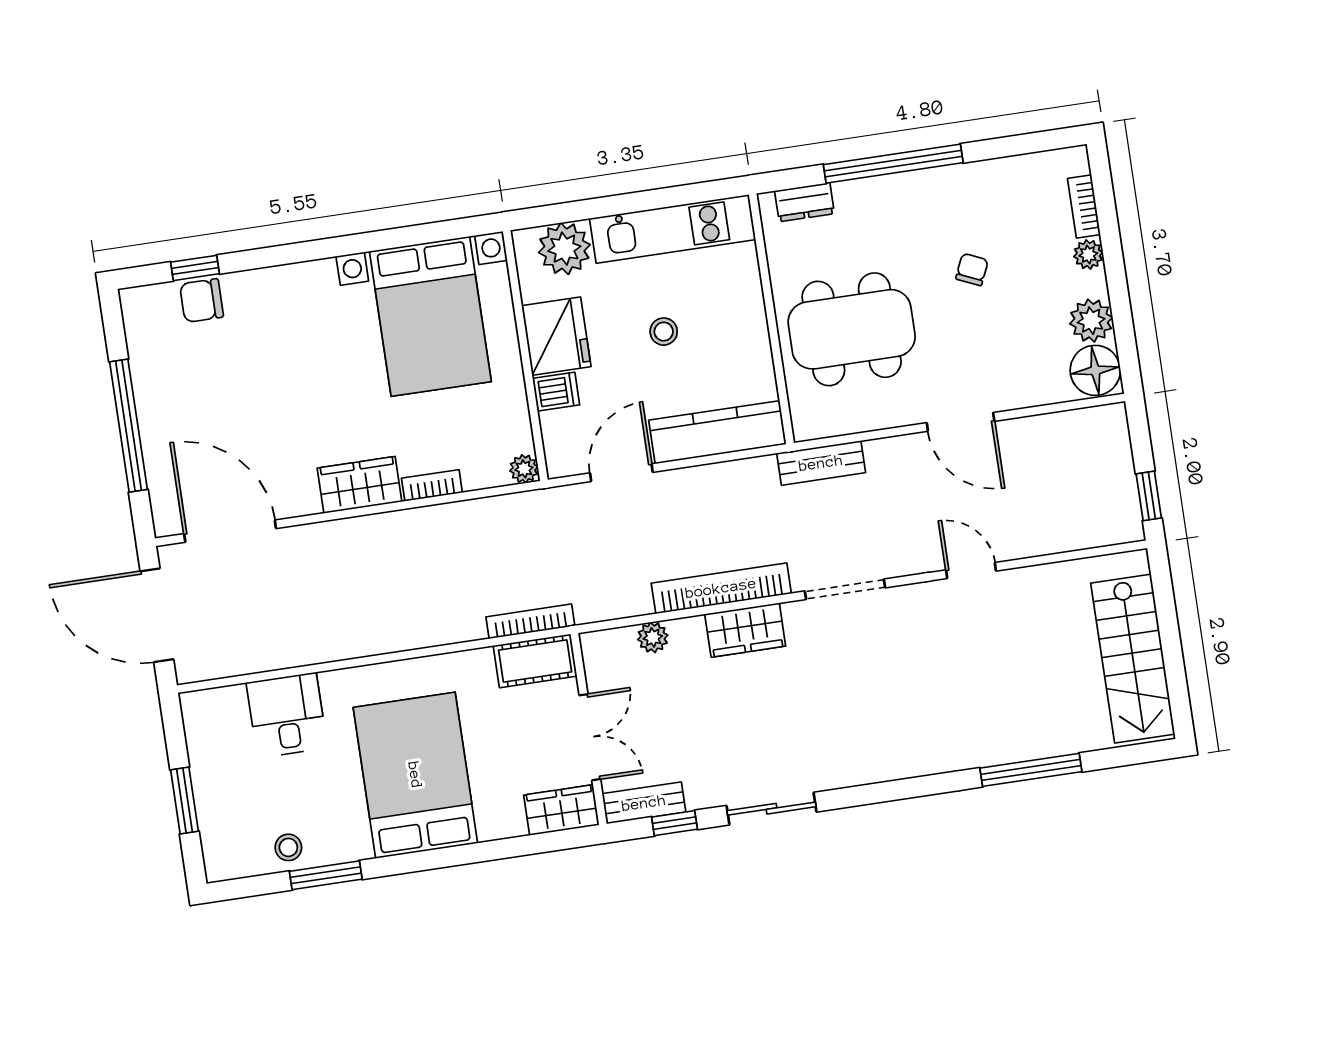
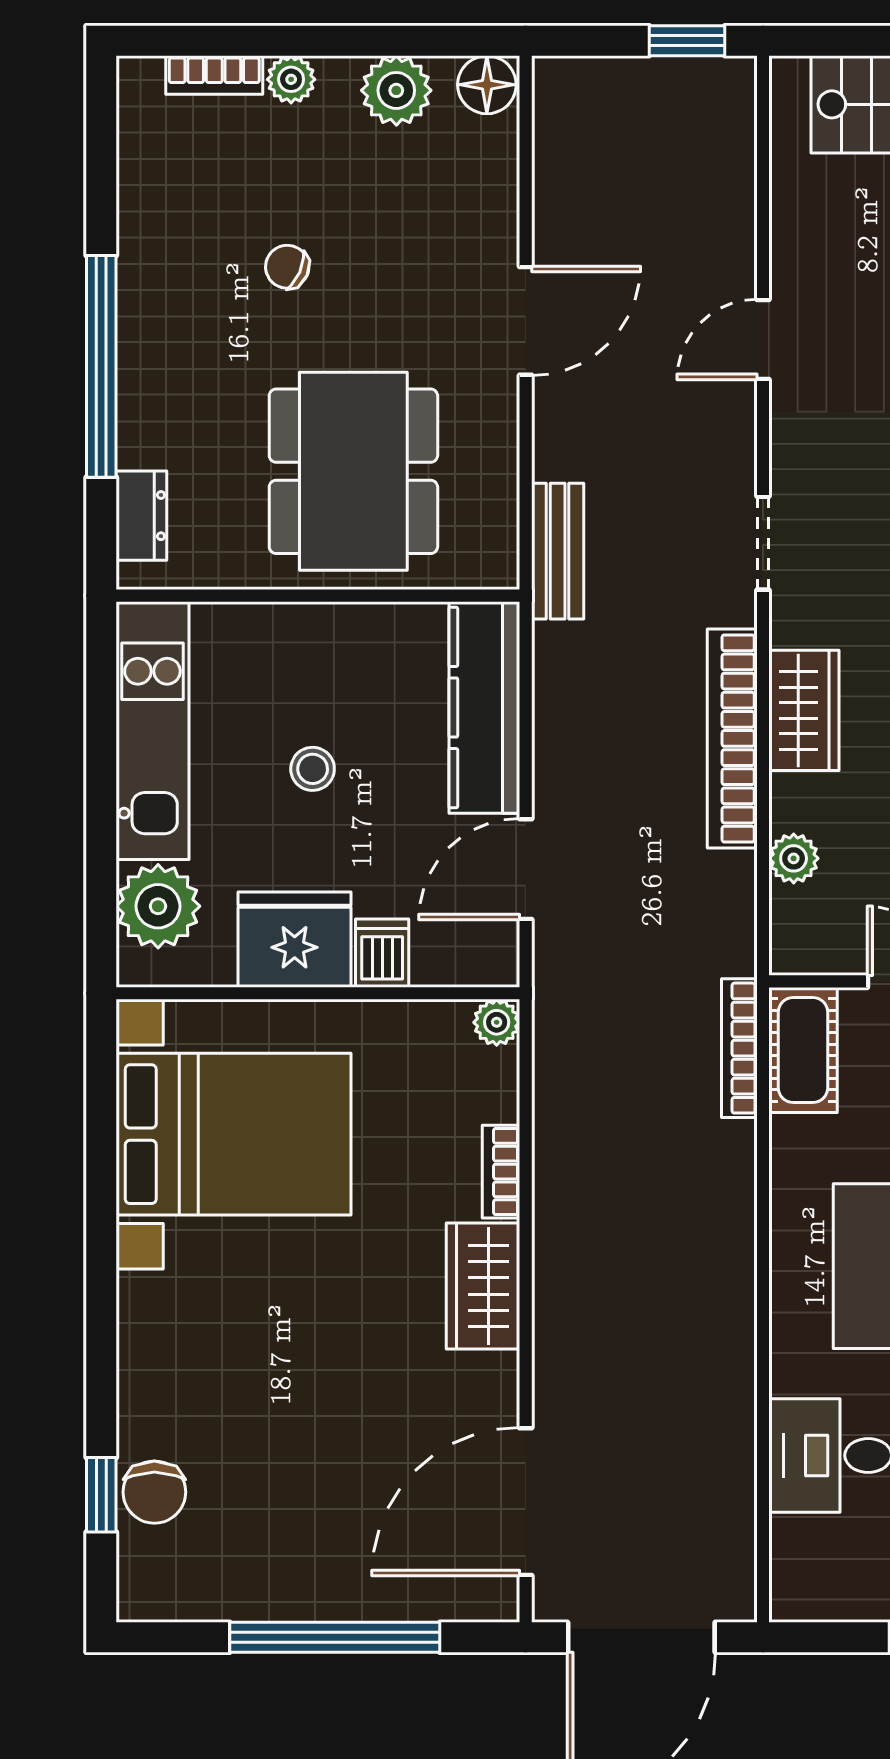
floor lamp: (1095, 370) -> (487, 85), width x0.73, depth x0.73
door: (621, 473) -> (526, 869), hinge flipped
doorway: (845, 589) -> (763, 543), width x0.73

